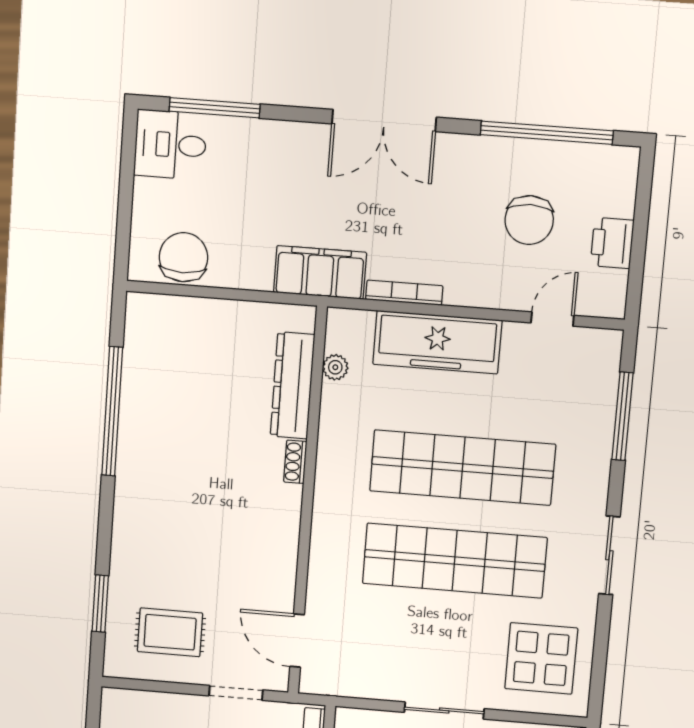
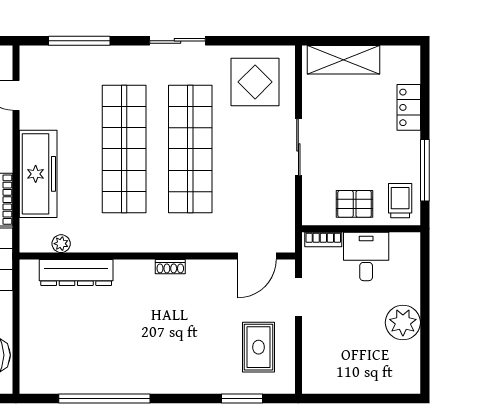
shoe rack: (295, 462) -> (170, 267), moved

